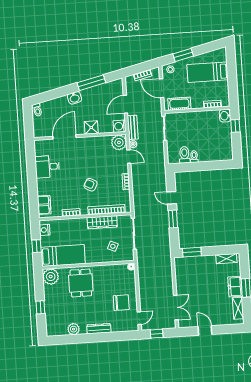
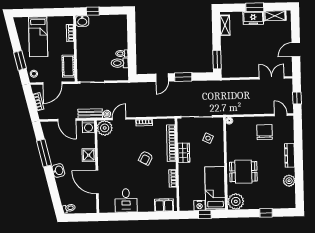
wardrobe: (102, 222) -> (184, 153), width x0.67
nightstand: (45, 230) -> (200, 205), moved

